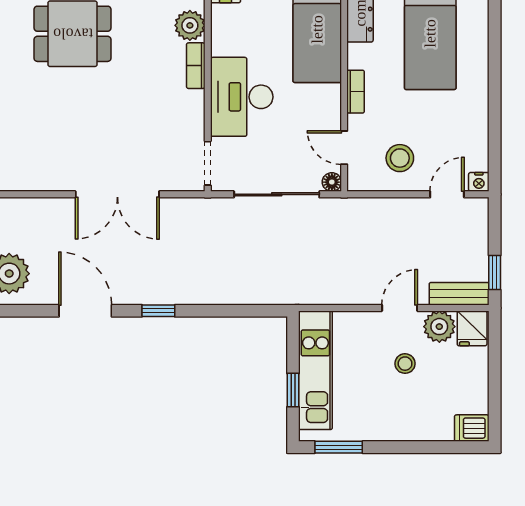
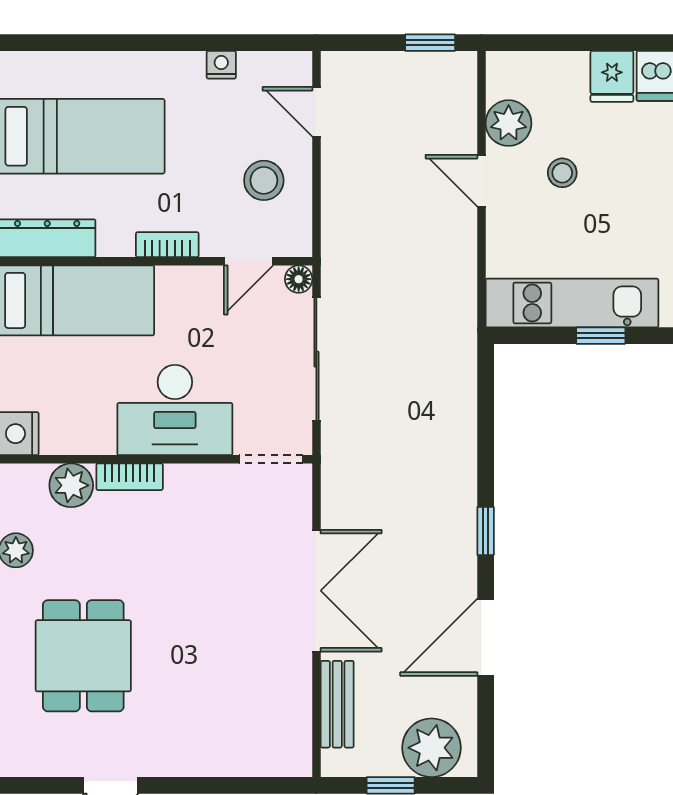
nightstand: (479, 182) -> (221, 65), moved, turned -90
bench: (459, 294) -> (337, 704), moved
fridge: (472, 328) -> (612, 76), moved, turned 90

